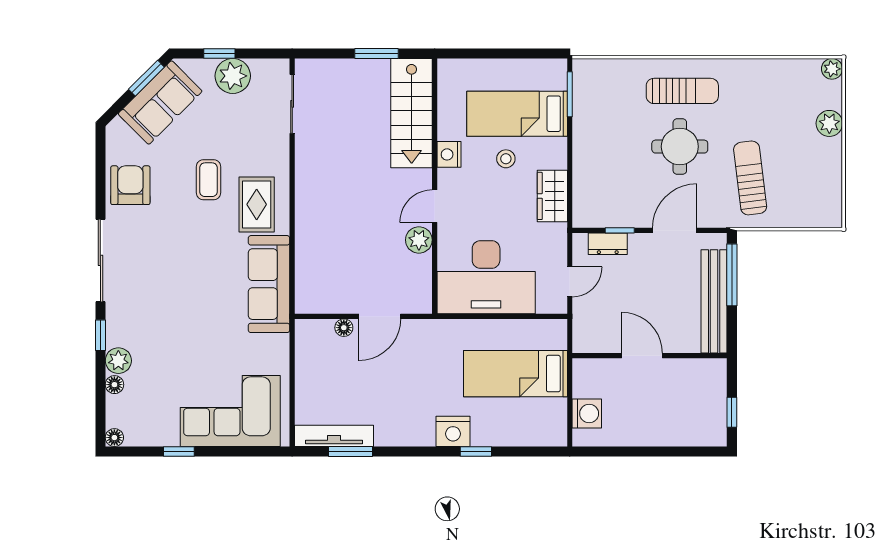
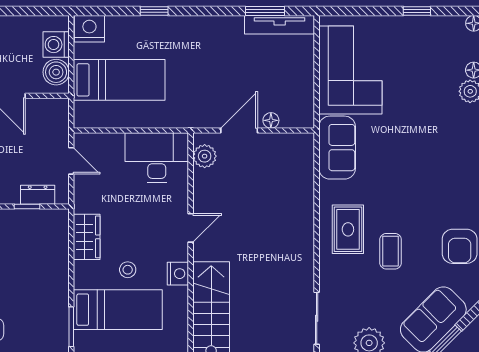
plant: (419, 240) -> (205, 156), moved
desk: (486, 277) -> (157, 158), width x0.73, depth x0.77
door: (570, 282) -> (71, 161), swing flipped
sofa: (269, 284) -> (337, 148), width x0.73
boiler: (587, 382) -> (56, 72), added
corner sofa: (230, 411) -> (350, 70), moved, turned -90
nightstand: (453, 431) -> (89, 29), moved

